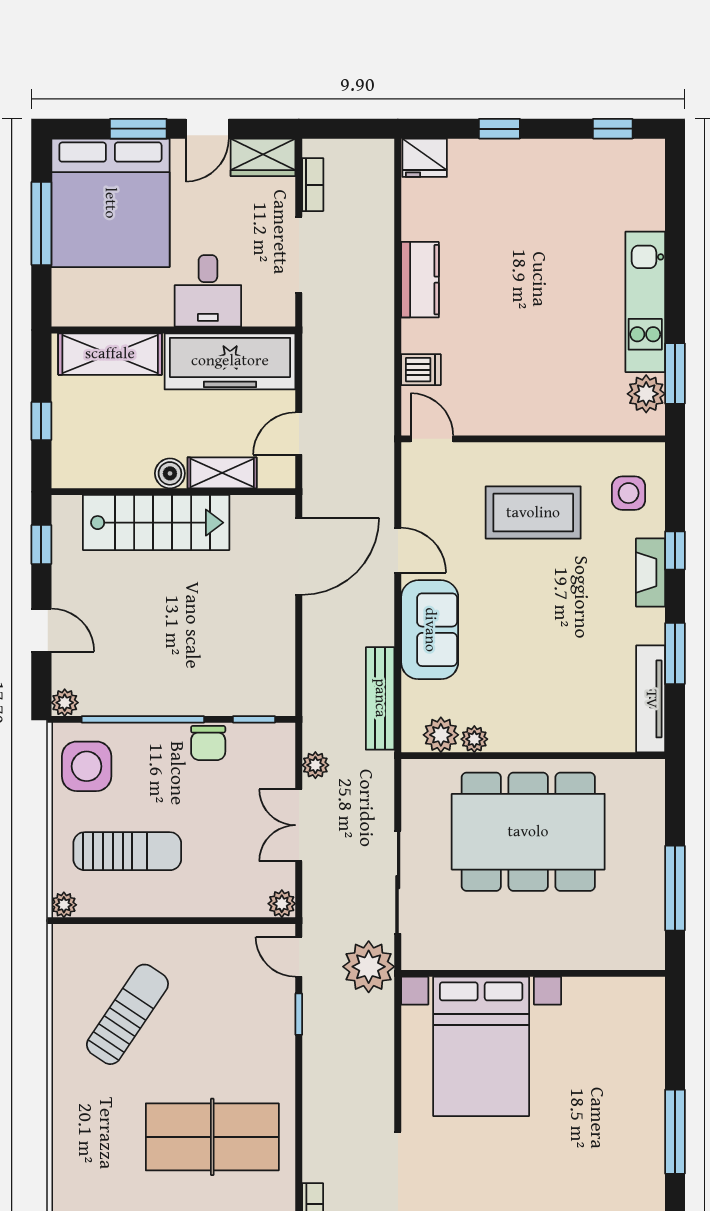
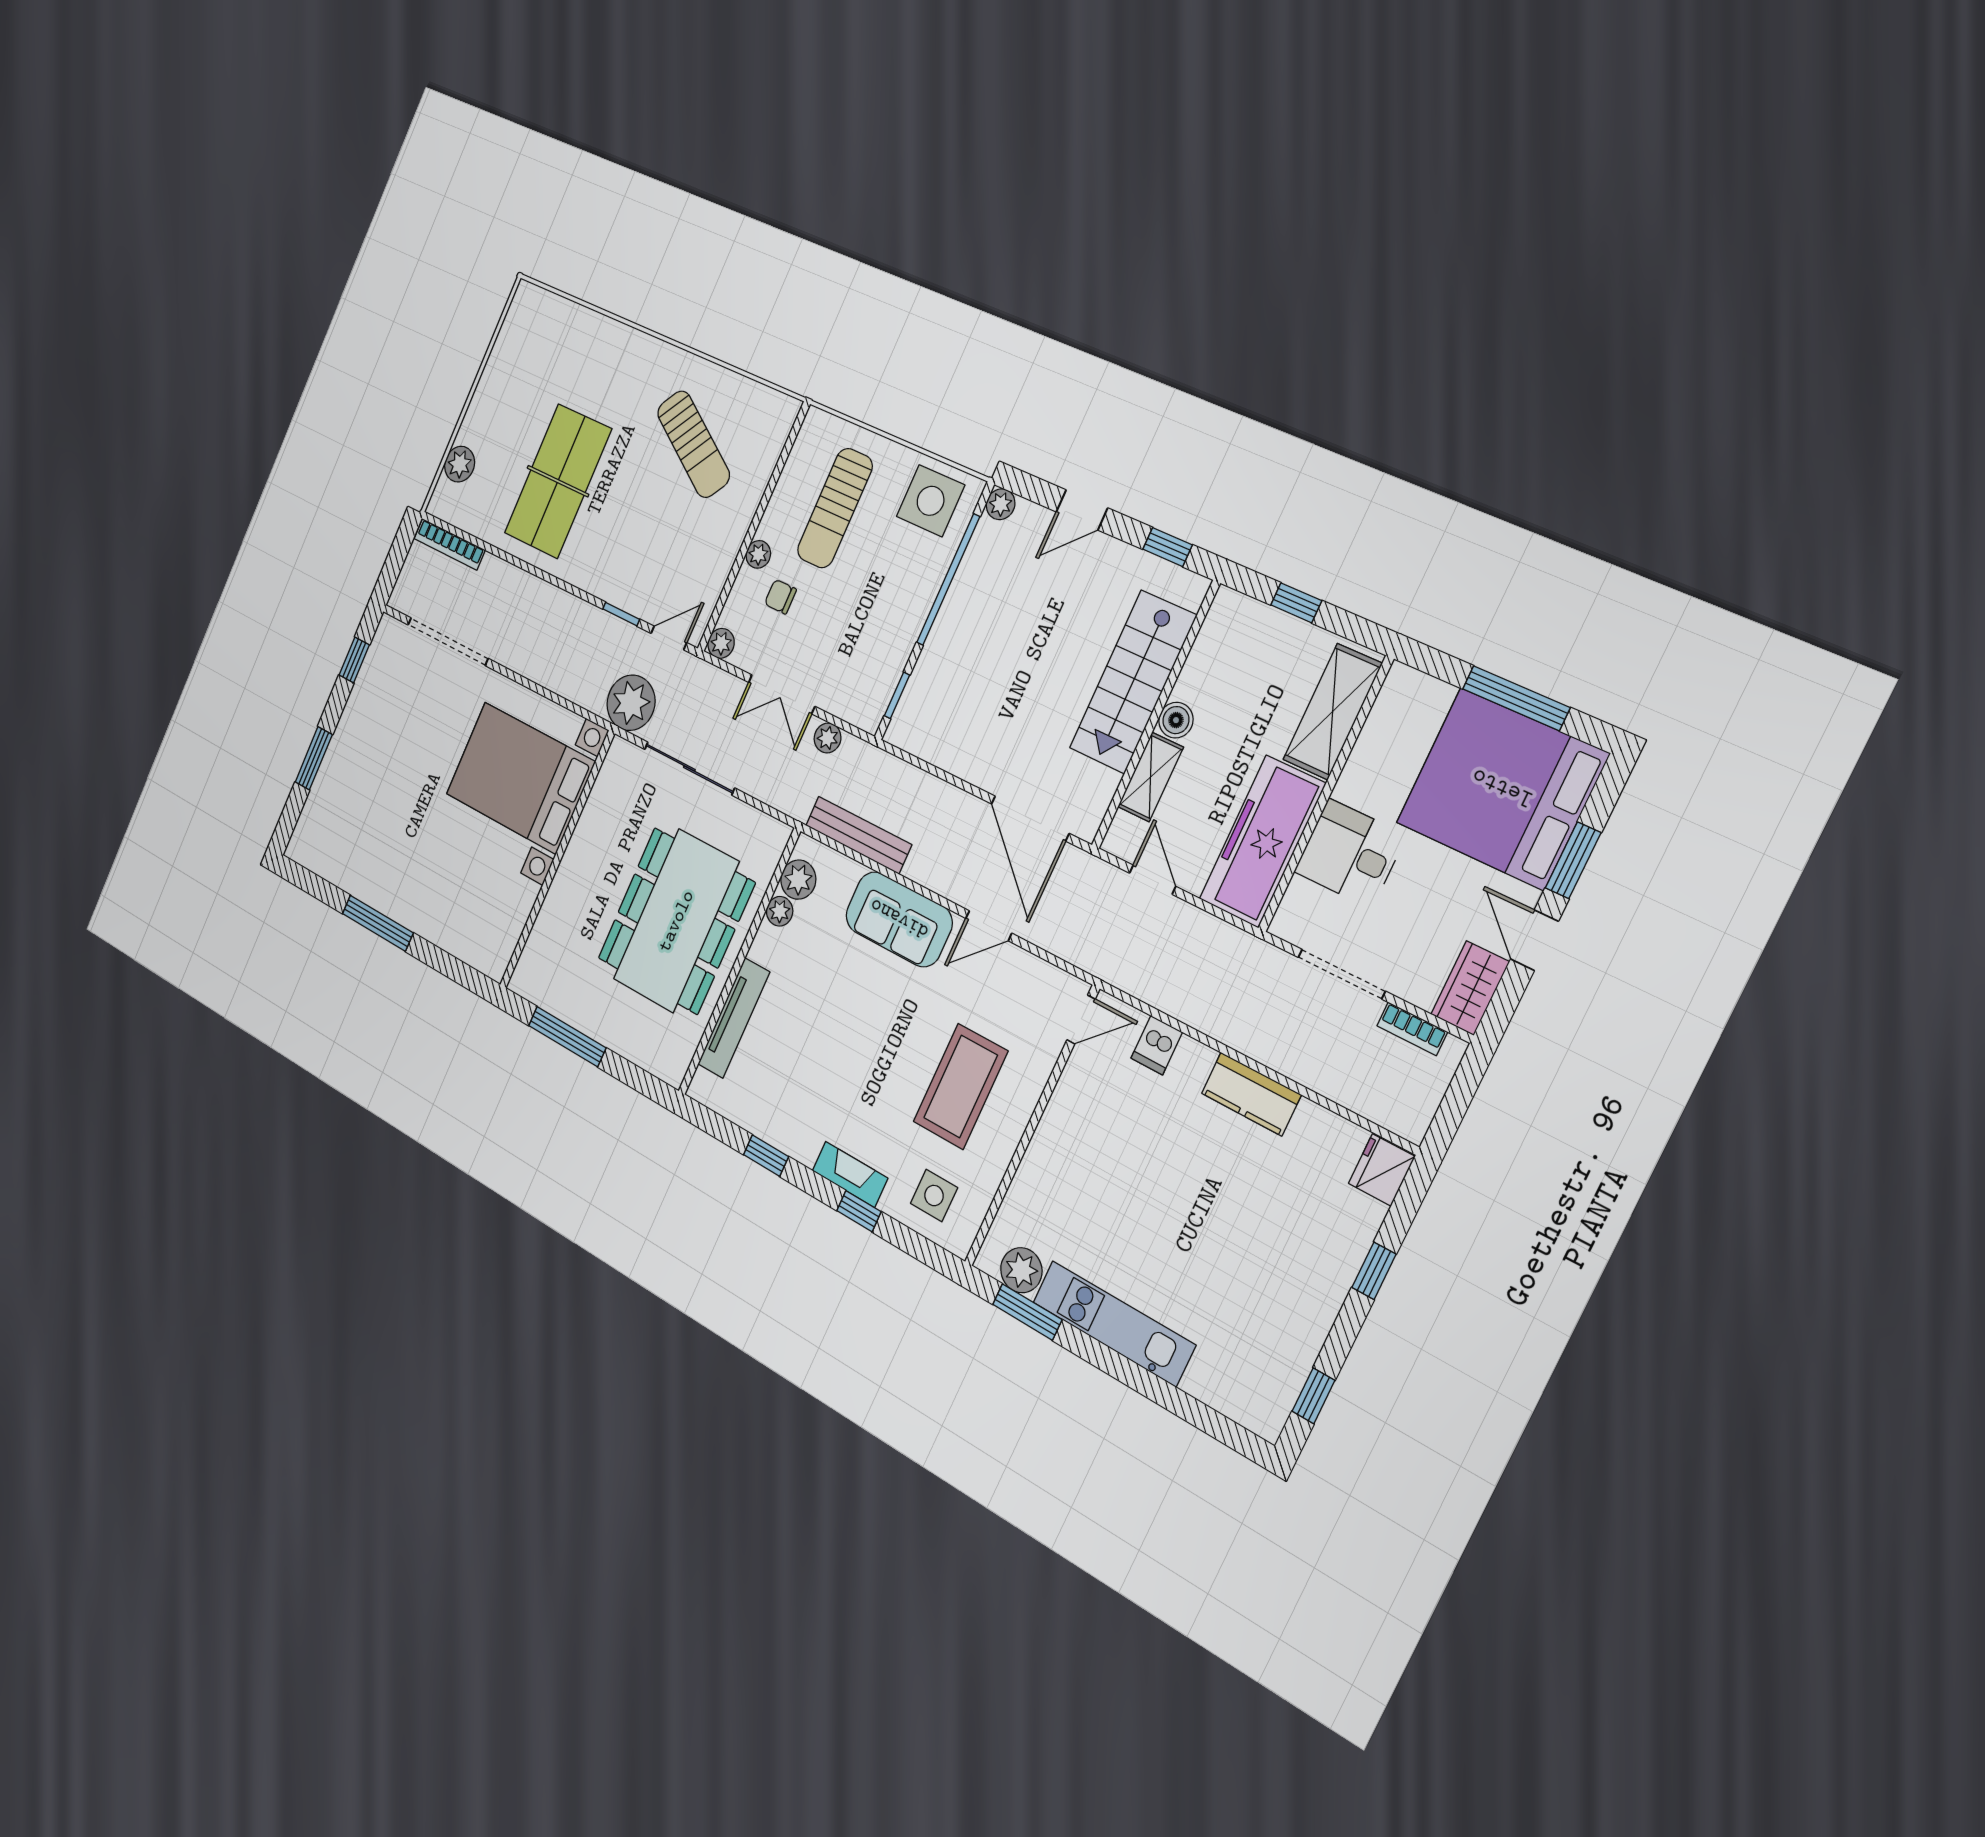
window: (675, 654) -> (766, 1156), width x0.67
tv unit: (651, 699) -> (734, 1018), moved, turned 90
chair: (208, 743) -> (780, 597), moved, width x0.73, depth x0.73
double door: (299, 825) -> (782, 694), swing flipped
plant: (64, 905) -> (758, 554), moved

